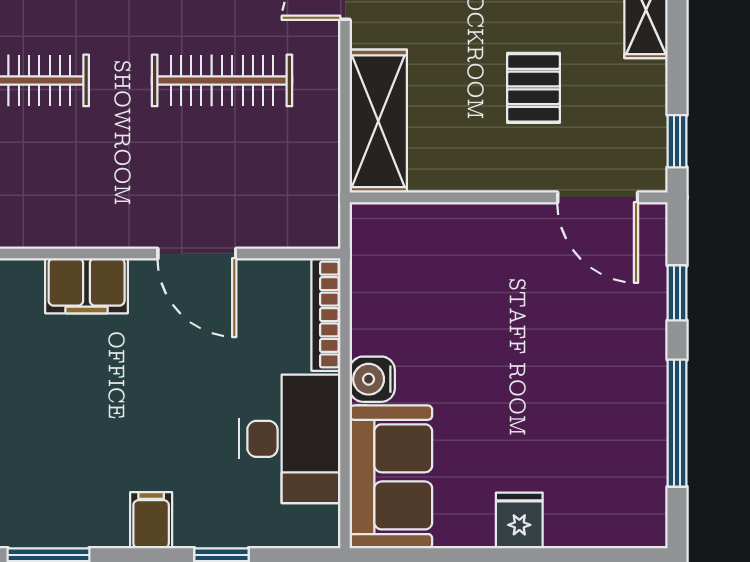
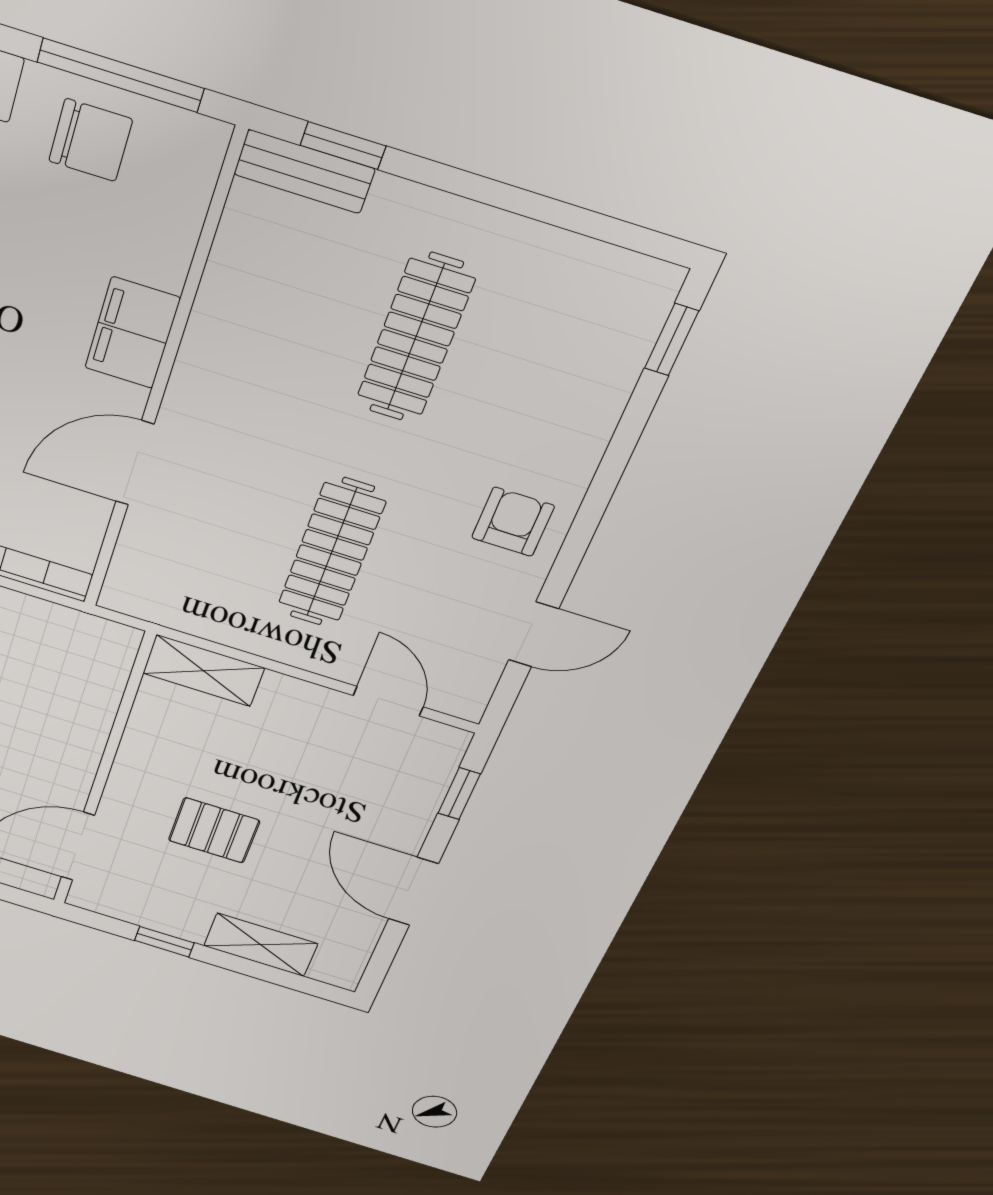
shelving: (378, 121) -> (204, 671), width x0.67, depth x0.75
window: (677, 141) -> (164, 942), moved

